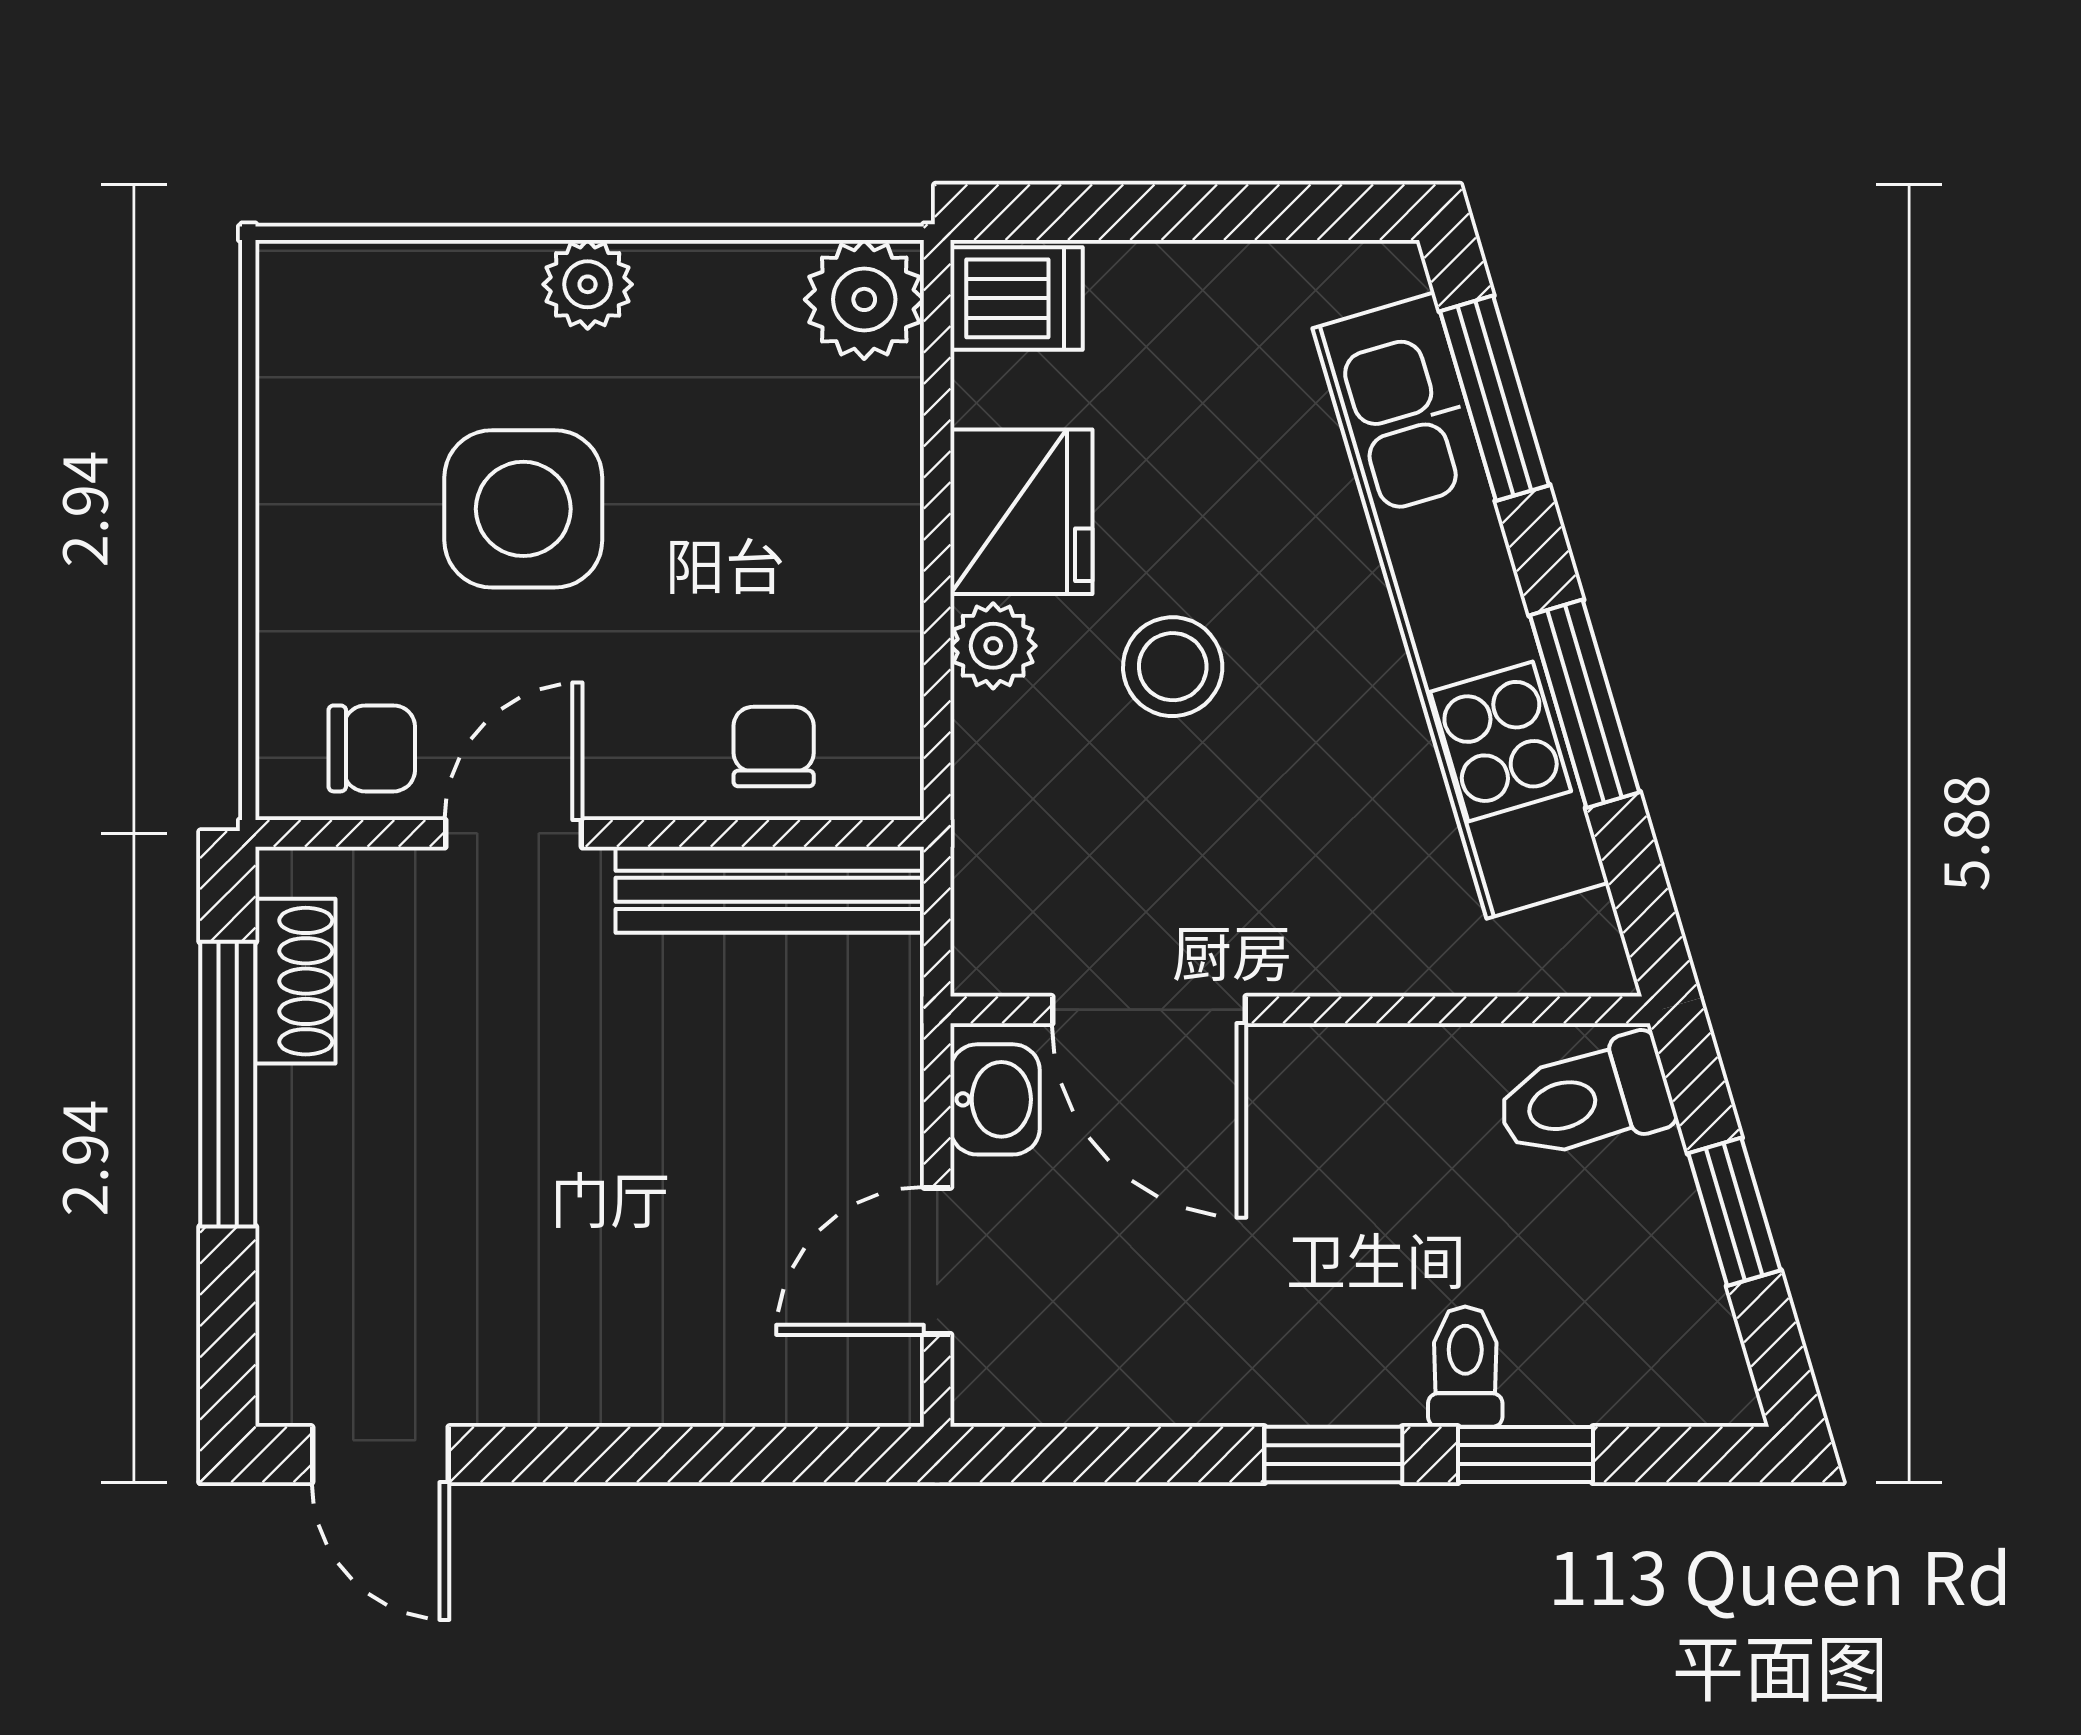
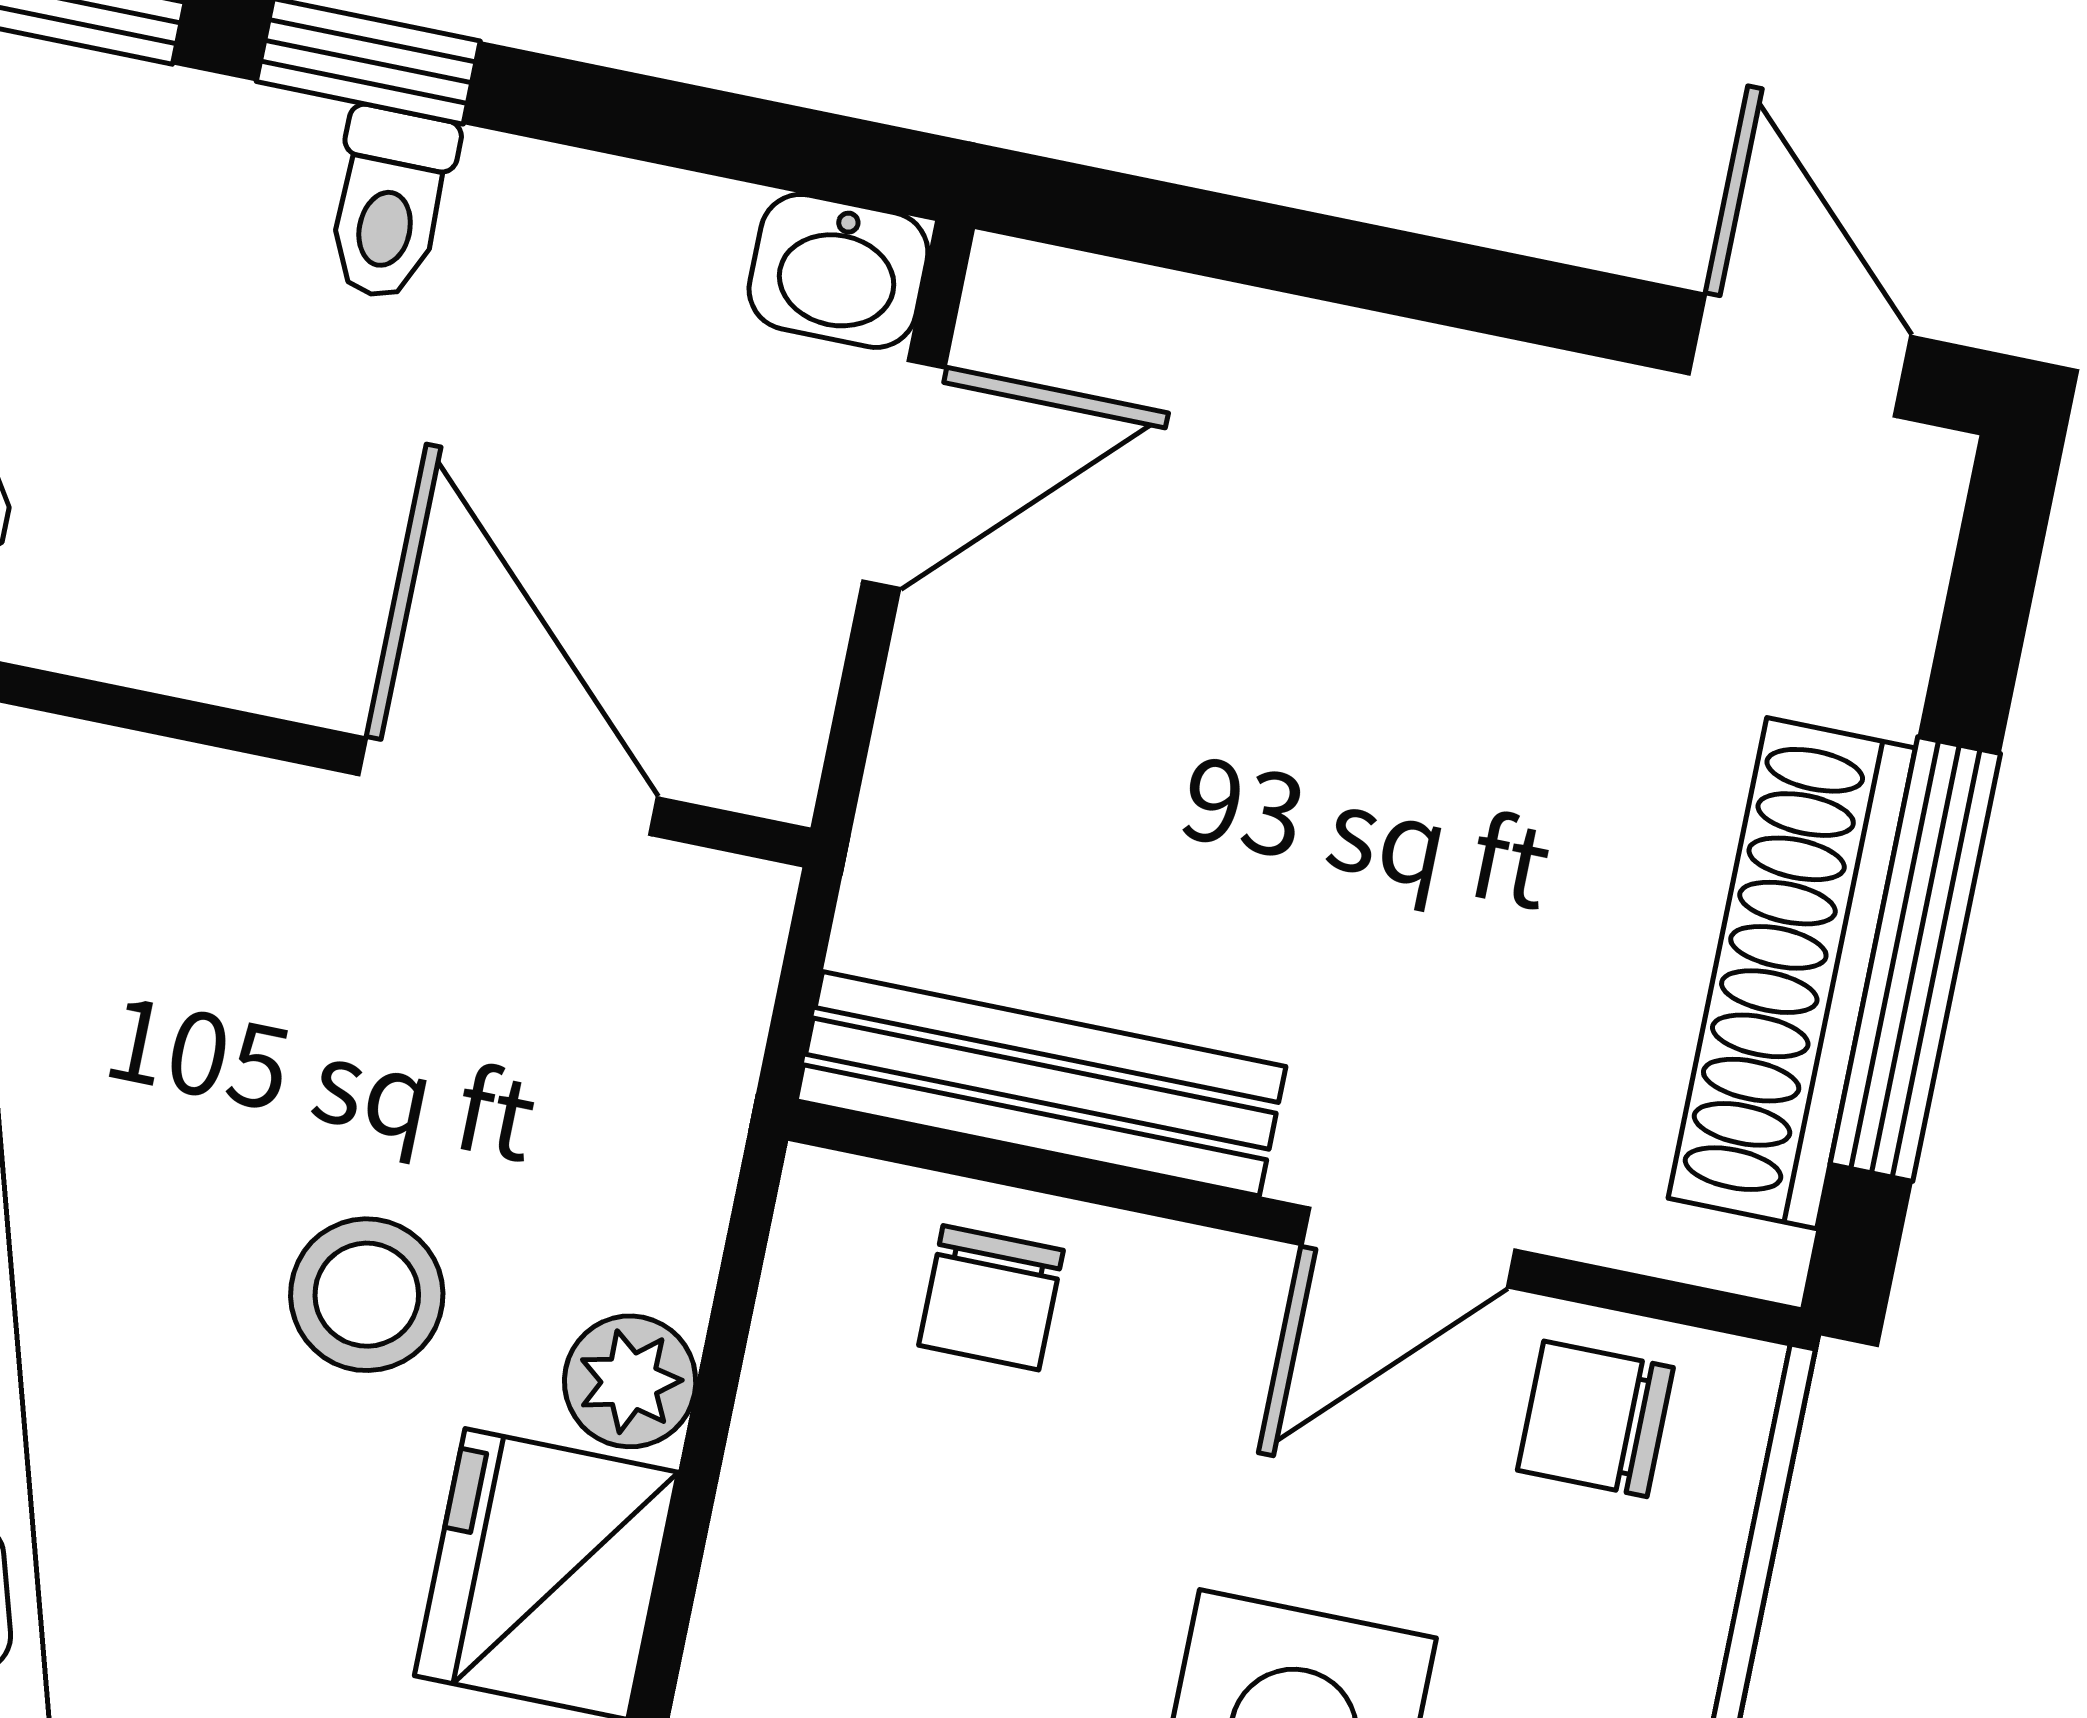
shoe rack: (295, 981) -> (1792, 973), width x1.94, depth x1.24
washbasin: (995, 1099) -> (838, 271), moved, turned -90
toilet: (1465, 1367) -> (390, 203), moved

